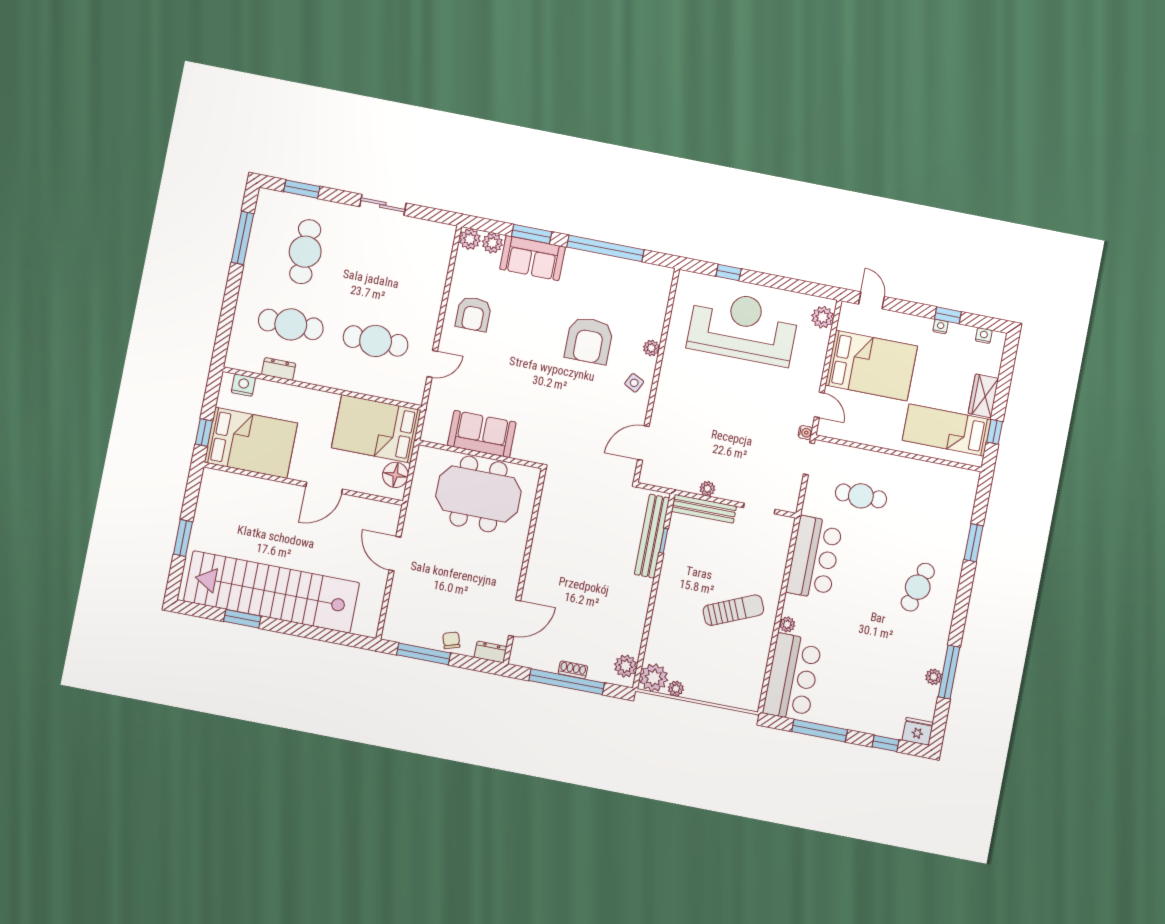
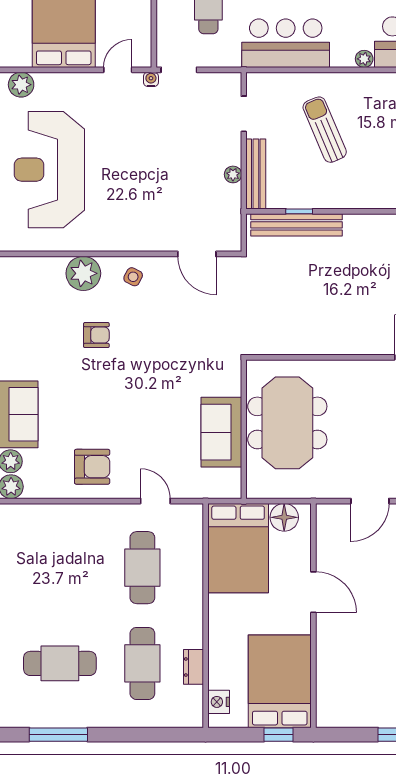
armchair: (589, 340) -> (96, 335), width x0.53, depth x0.53
plant: (651, 348) -> (83, 273), width x1.87, depth x1.87
sun lounger: (733, 610) -> (325, 130), moved

